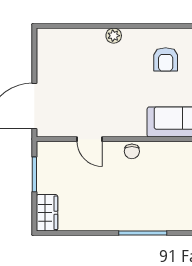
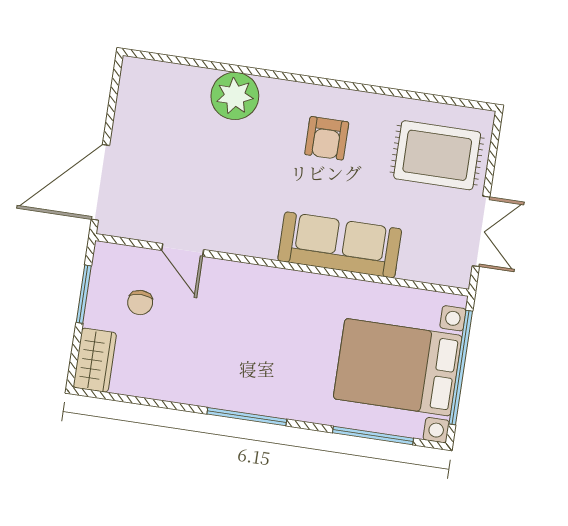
plant: (114, 36) -> (235, 96), width x1.87, depth x1.87
chair: (132, 151) -> (140, 302), moved

